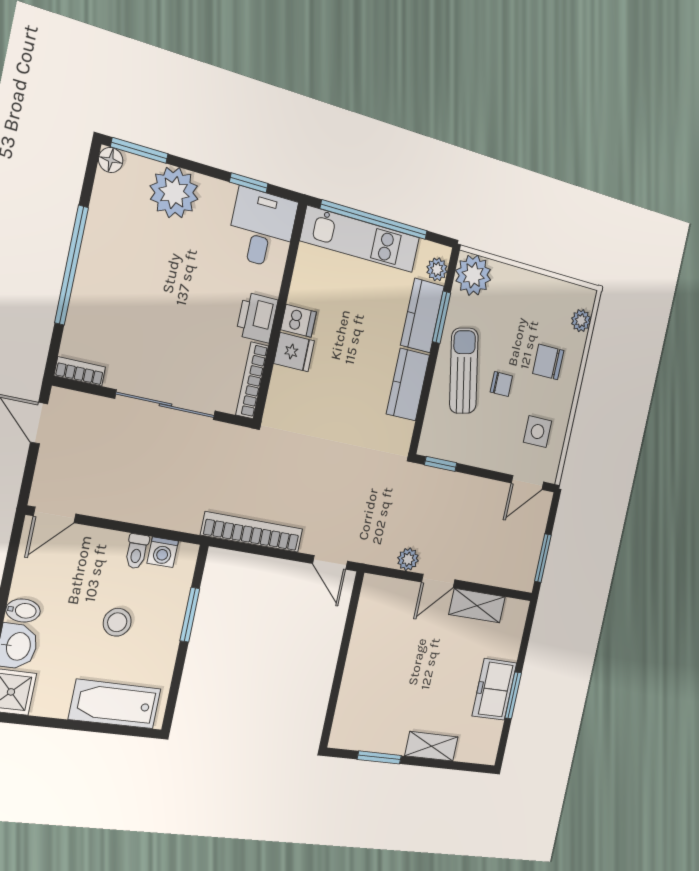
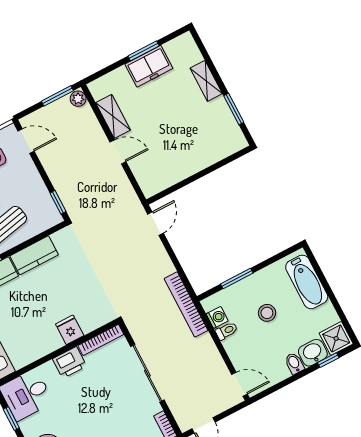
dishwasher: (299, 321) -> (53, 340), removed
bookcase: (252, 532) -> (186, 304), moved
plant: (408, 559) -> (78, 99), moved

